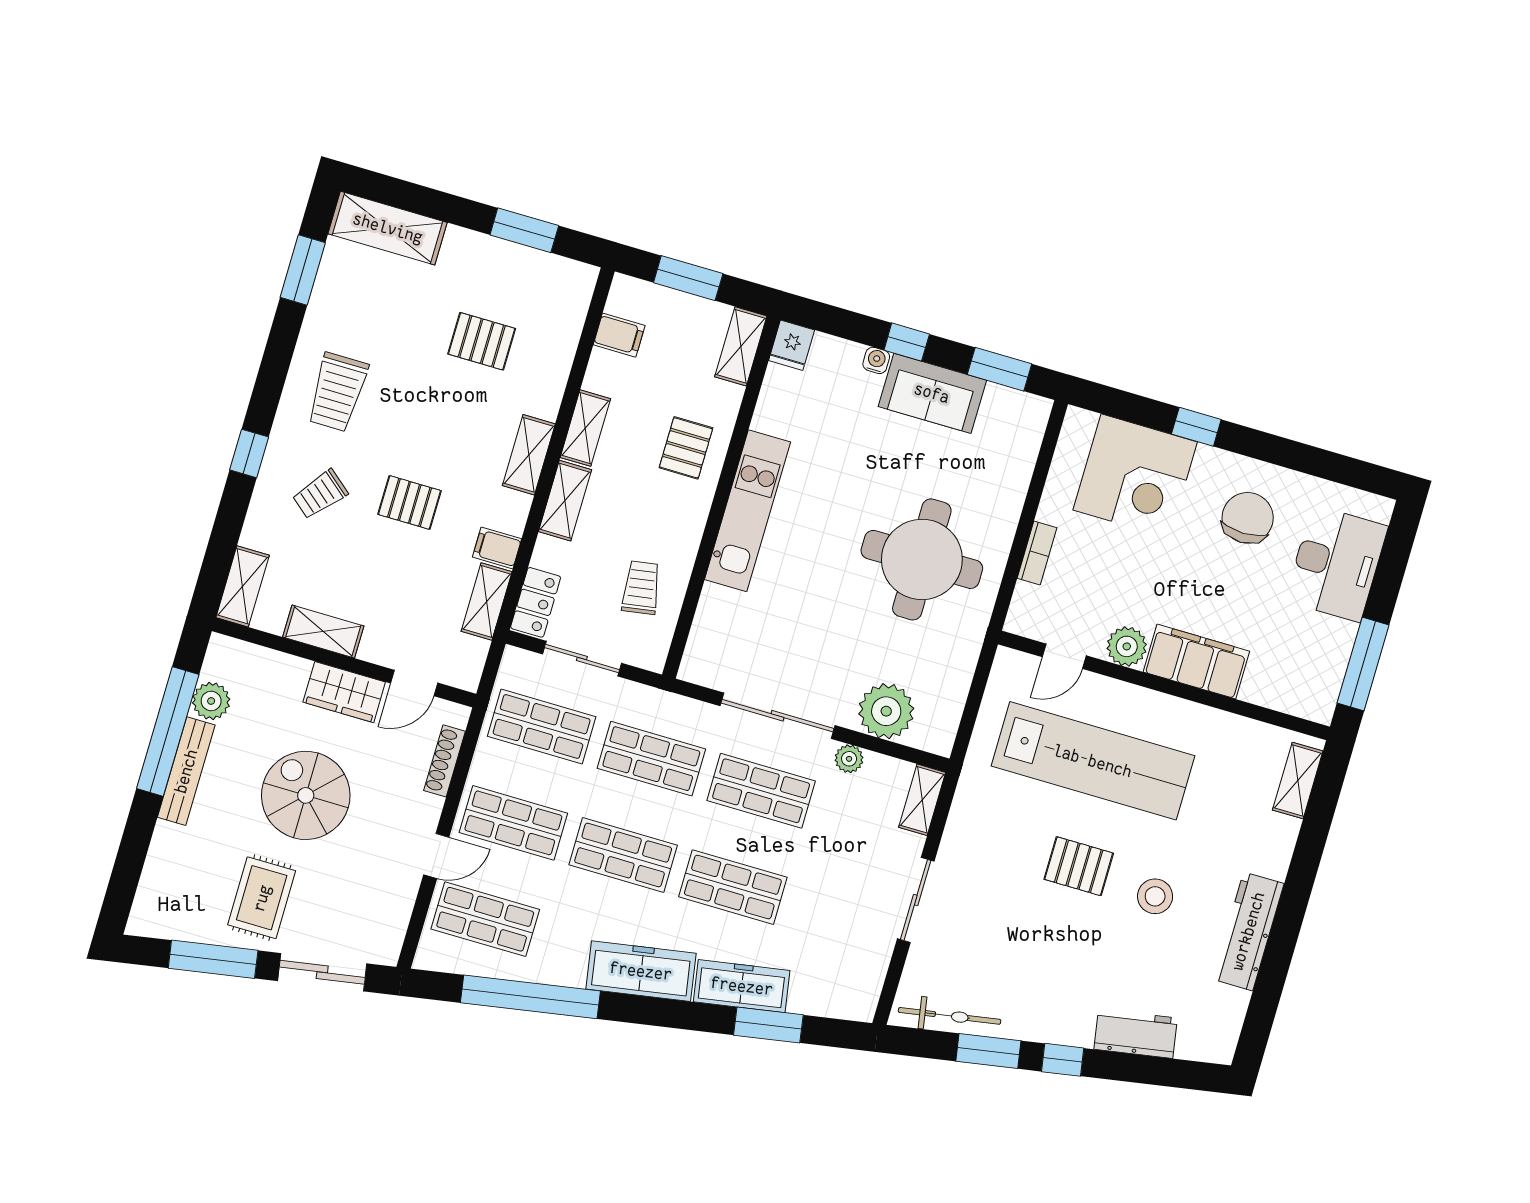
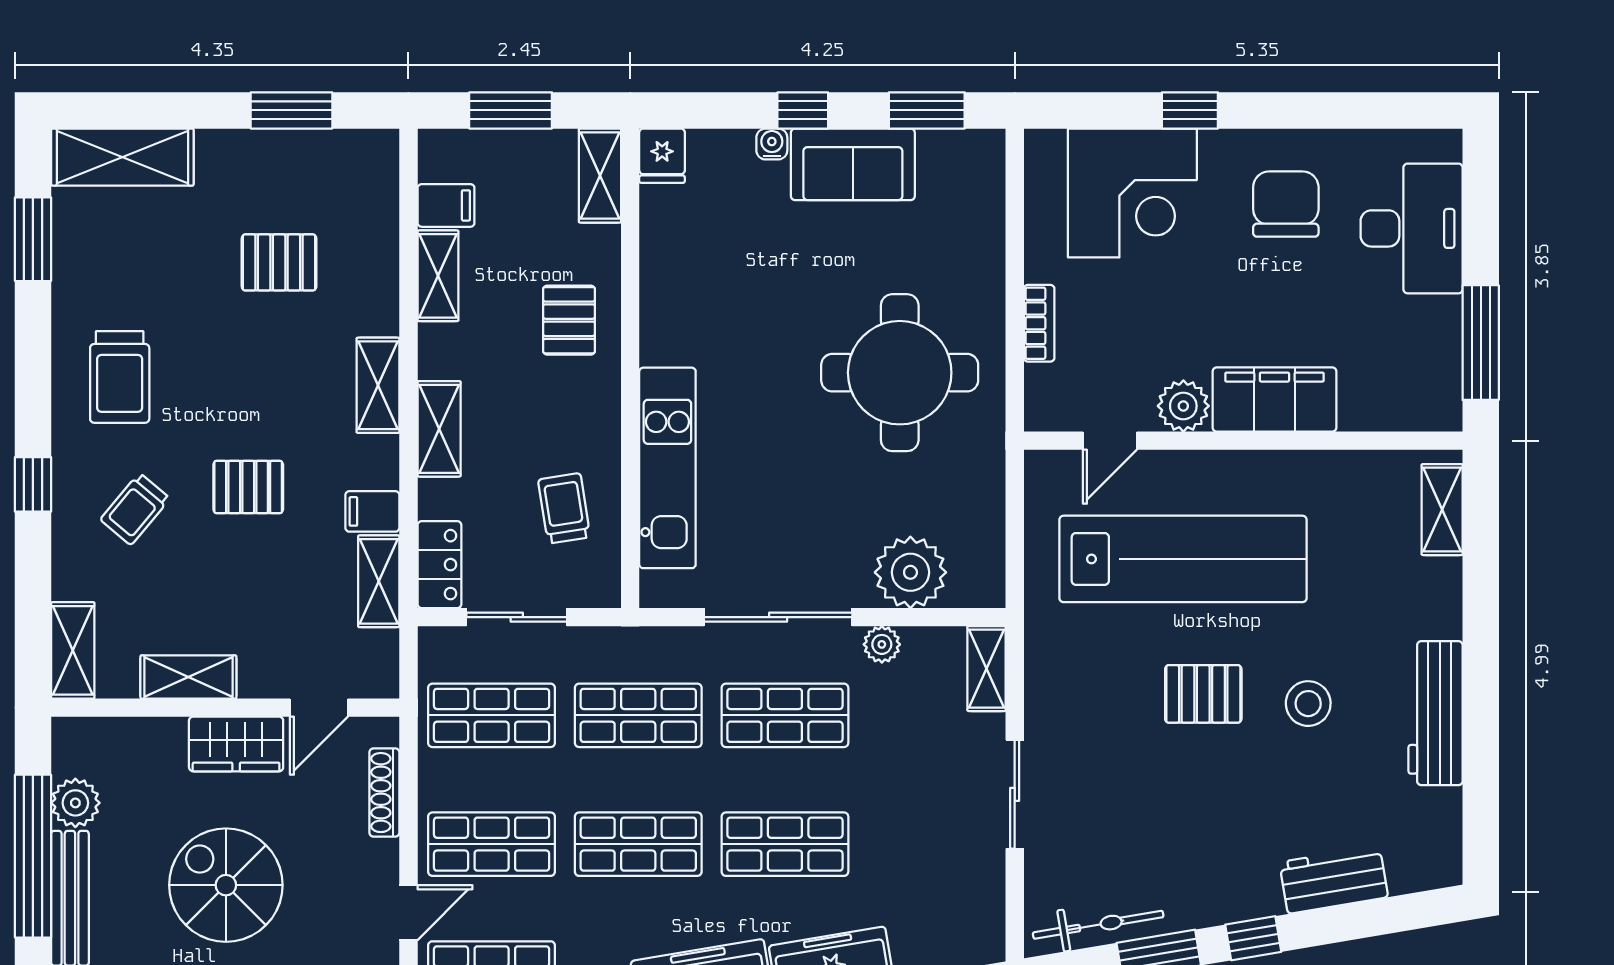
shelving: (585, 428) -> (438, 276), moved
kitchen unit: (748, 511) -> (667, 468), moved

